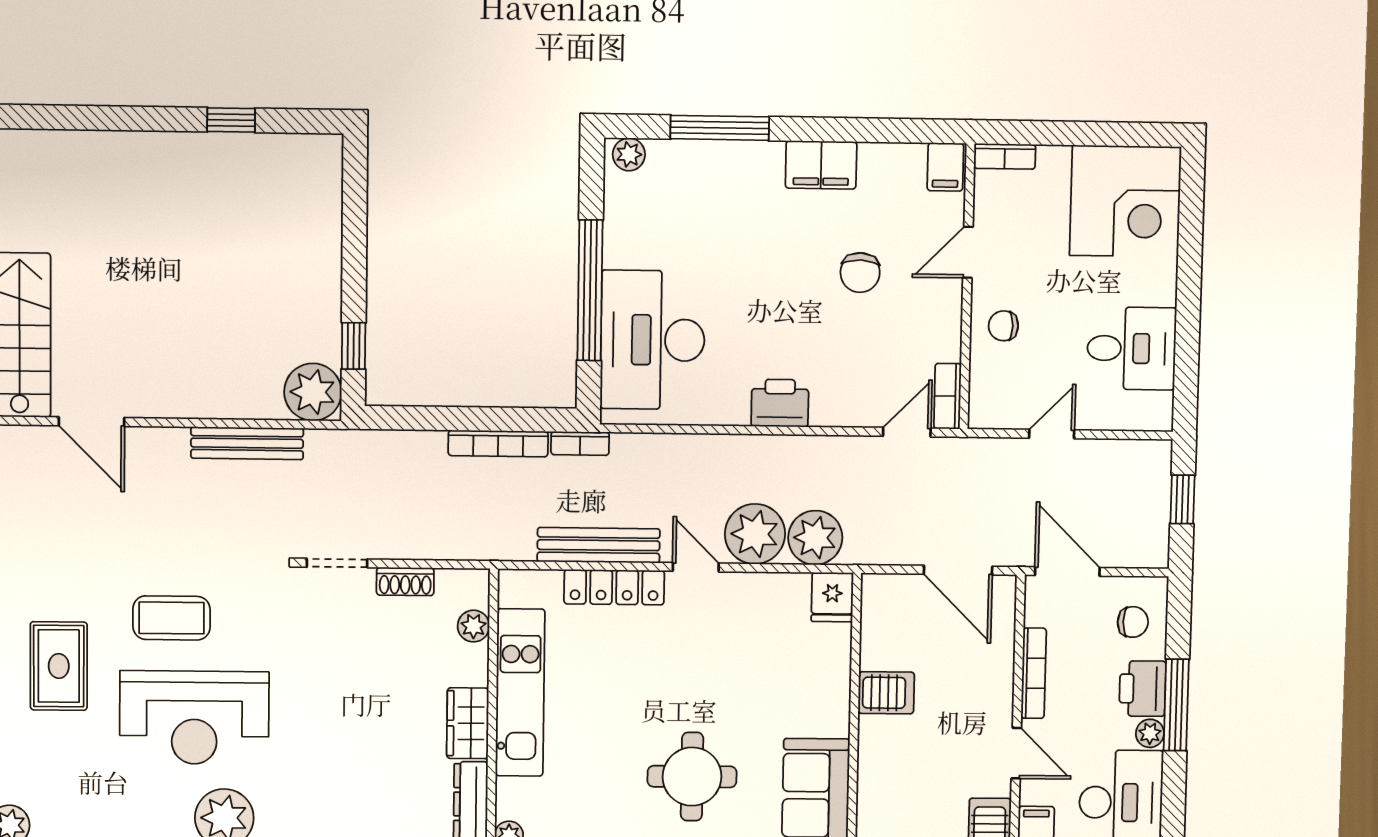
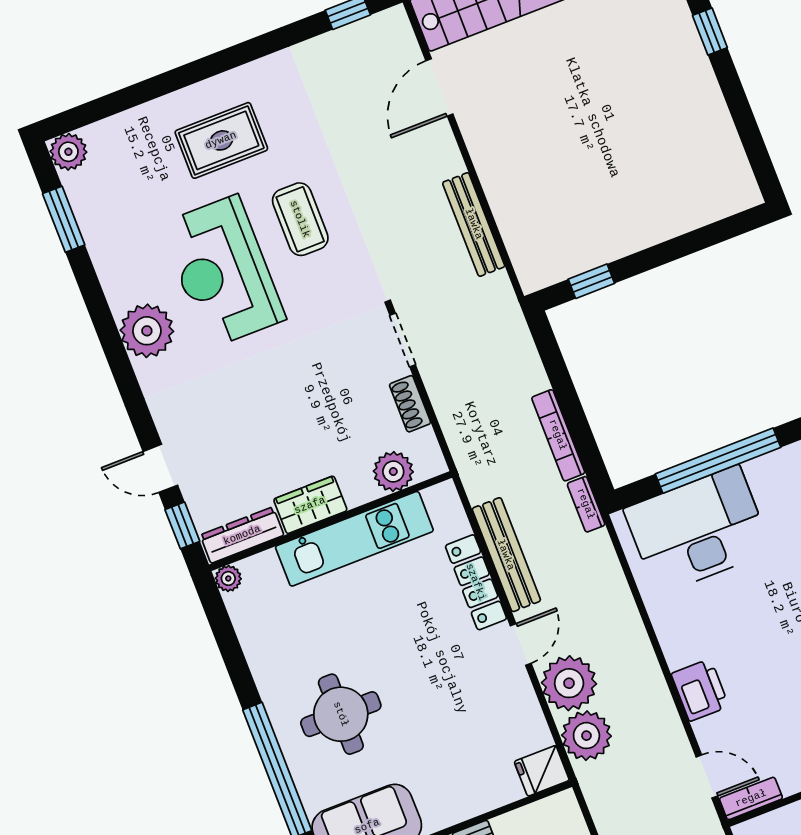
window: (231, 120) -> (710, 31), moved
plant: (313, 392) -> (539, 263), removed
printer: (780, 403) -> (700, 690), moved
plant: (474, 626) -> (393, 472), width x1.38, depth x1.38

